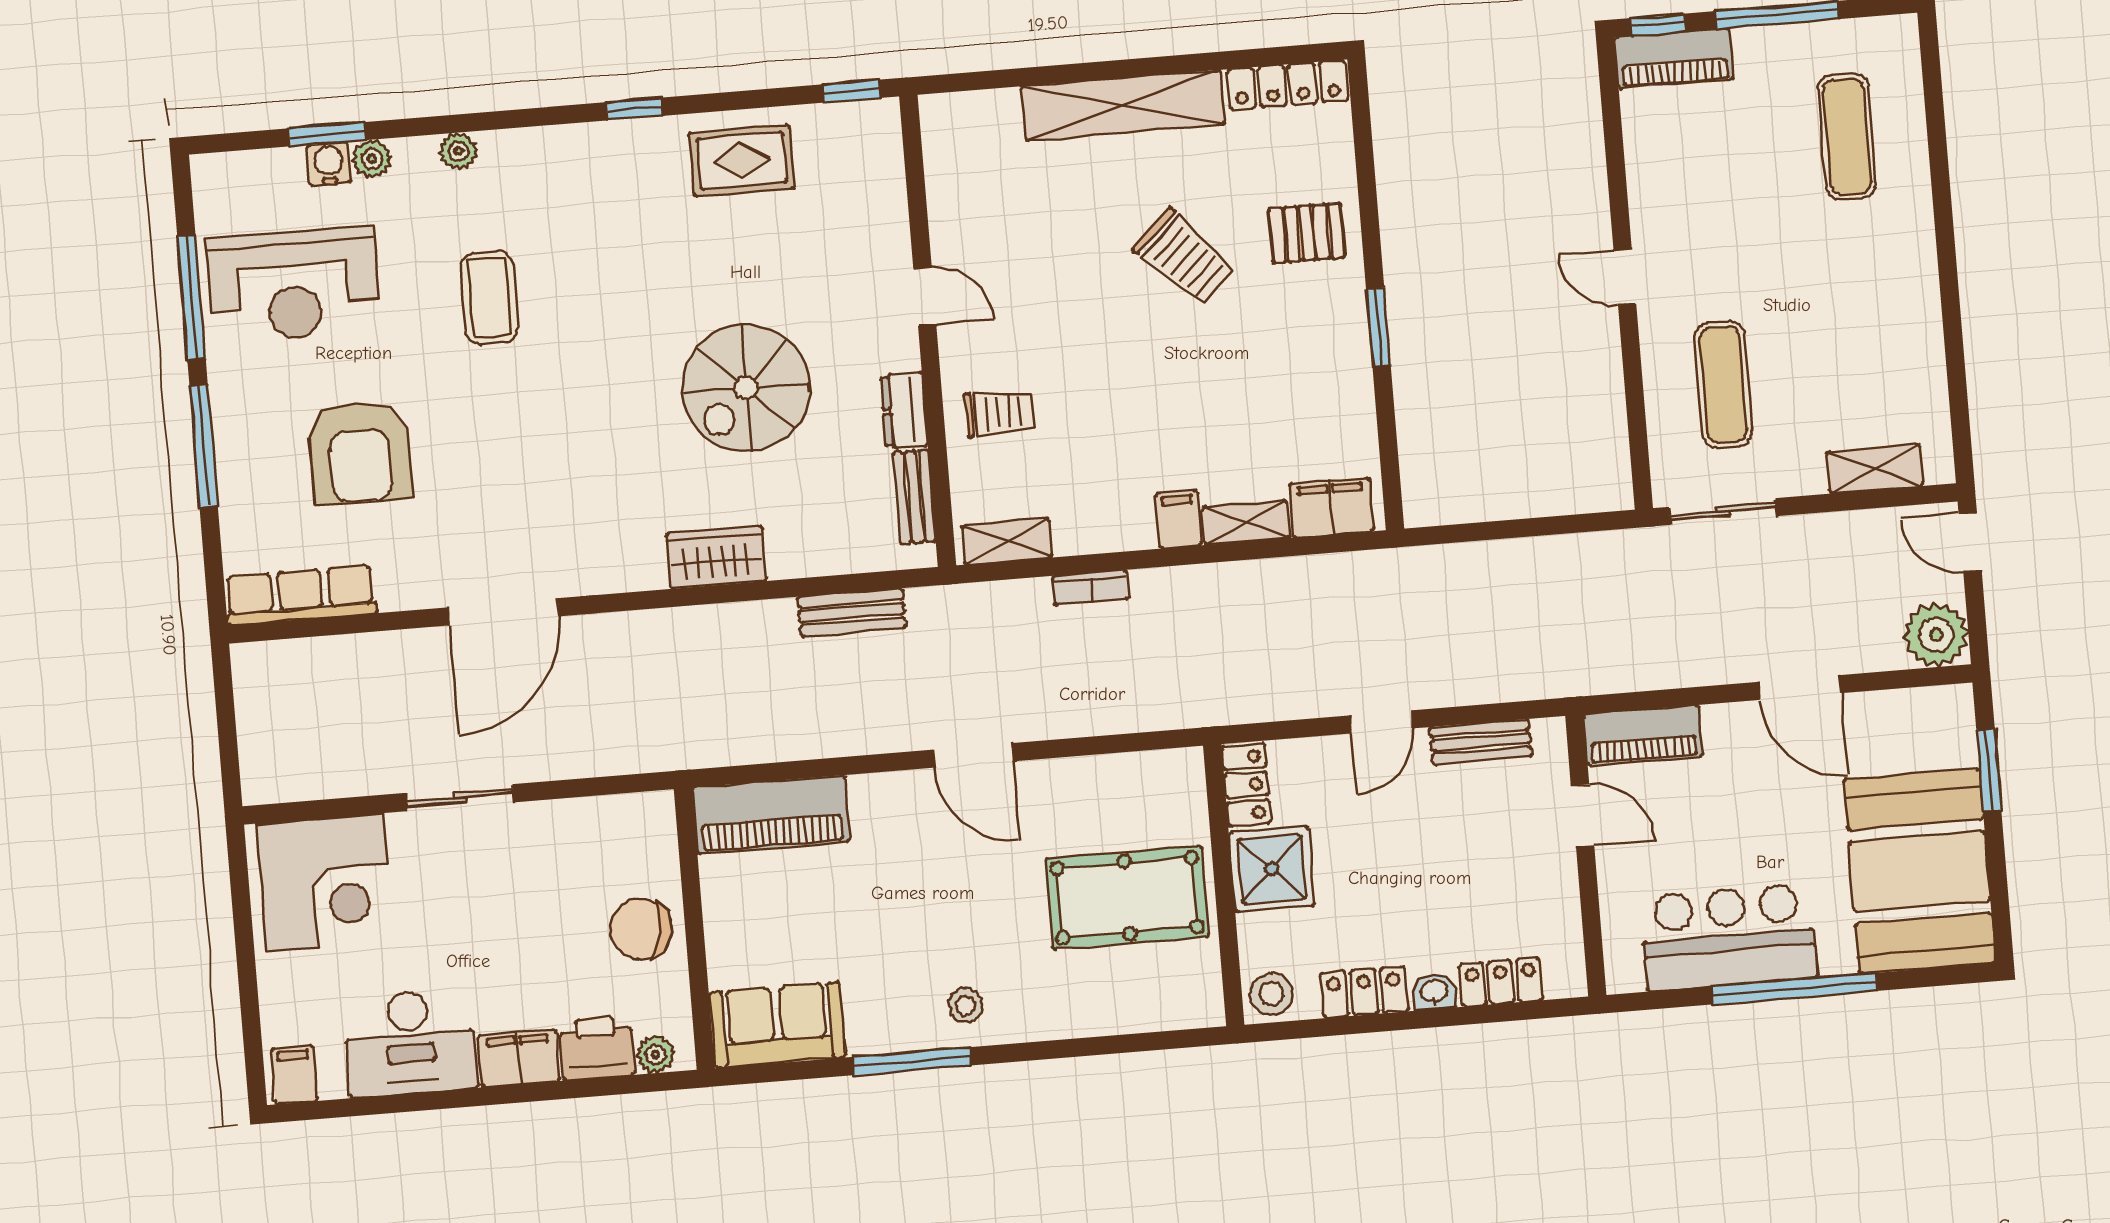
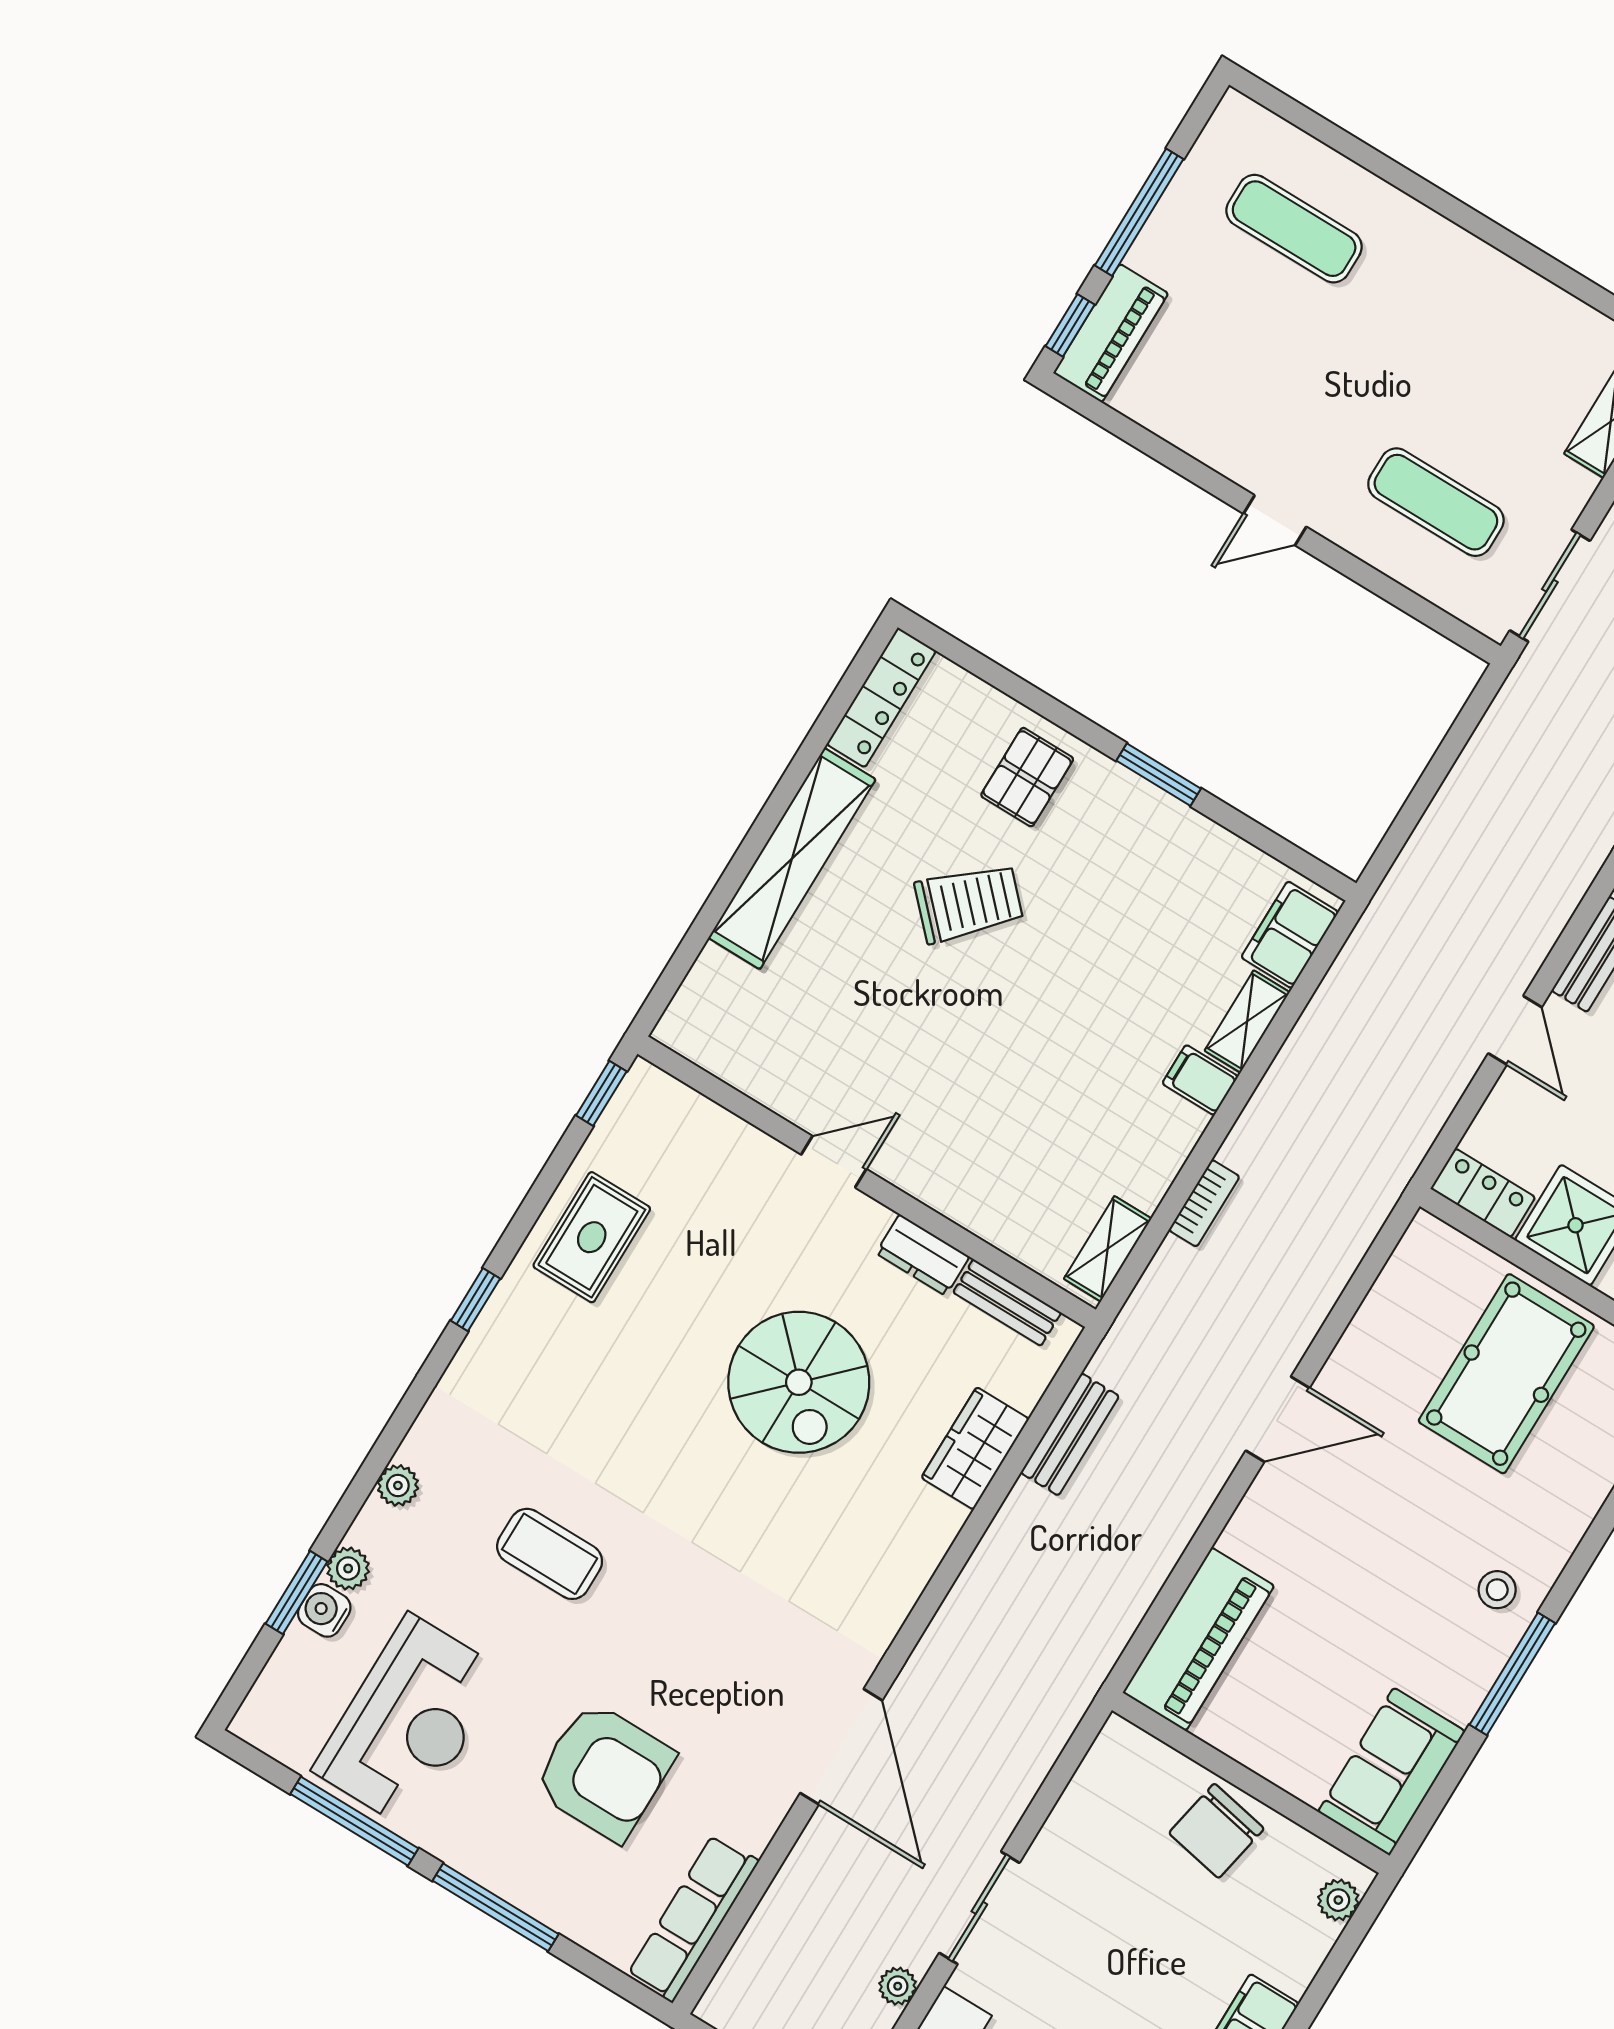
trolley: (999, 413) -> (987, 1171), removed
wardrobe: (716, 557) -> (975, 1448), moved
plant: (359, 780) -> (898, 1986), added
printer: (597, 1048) -> (1294, 1949), removed

